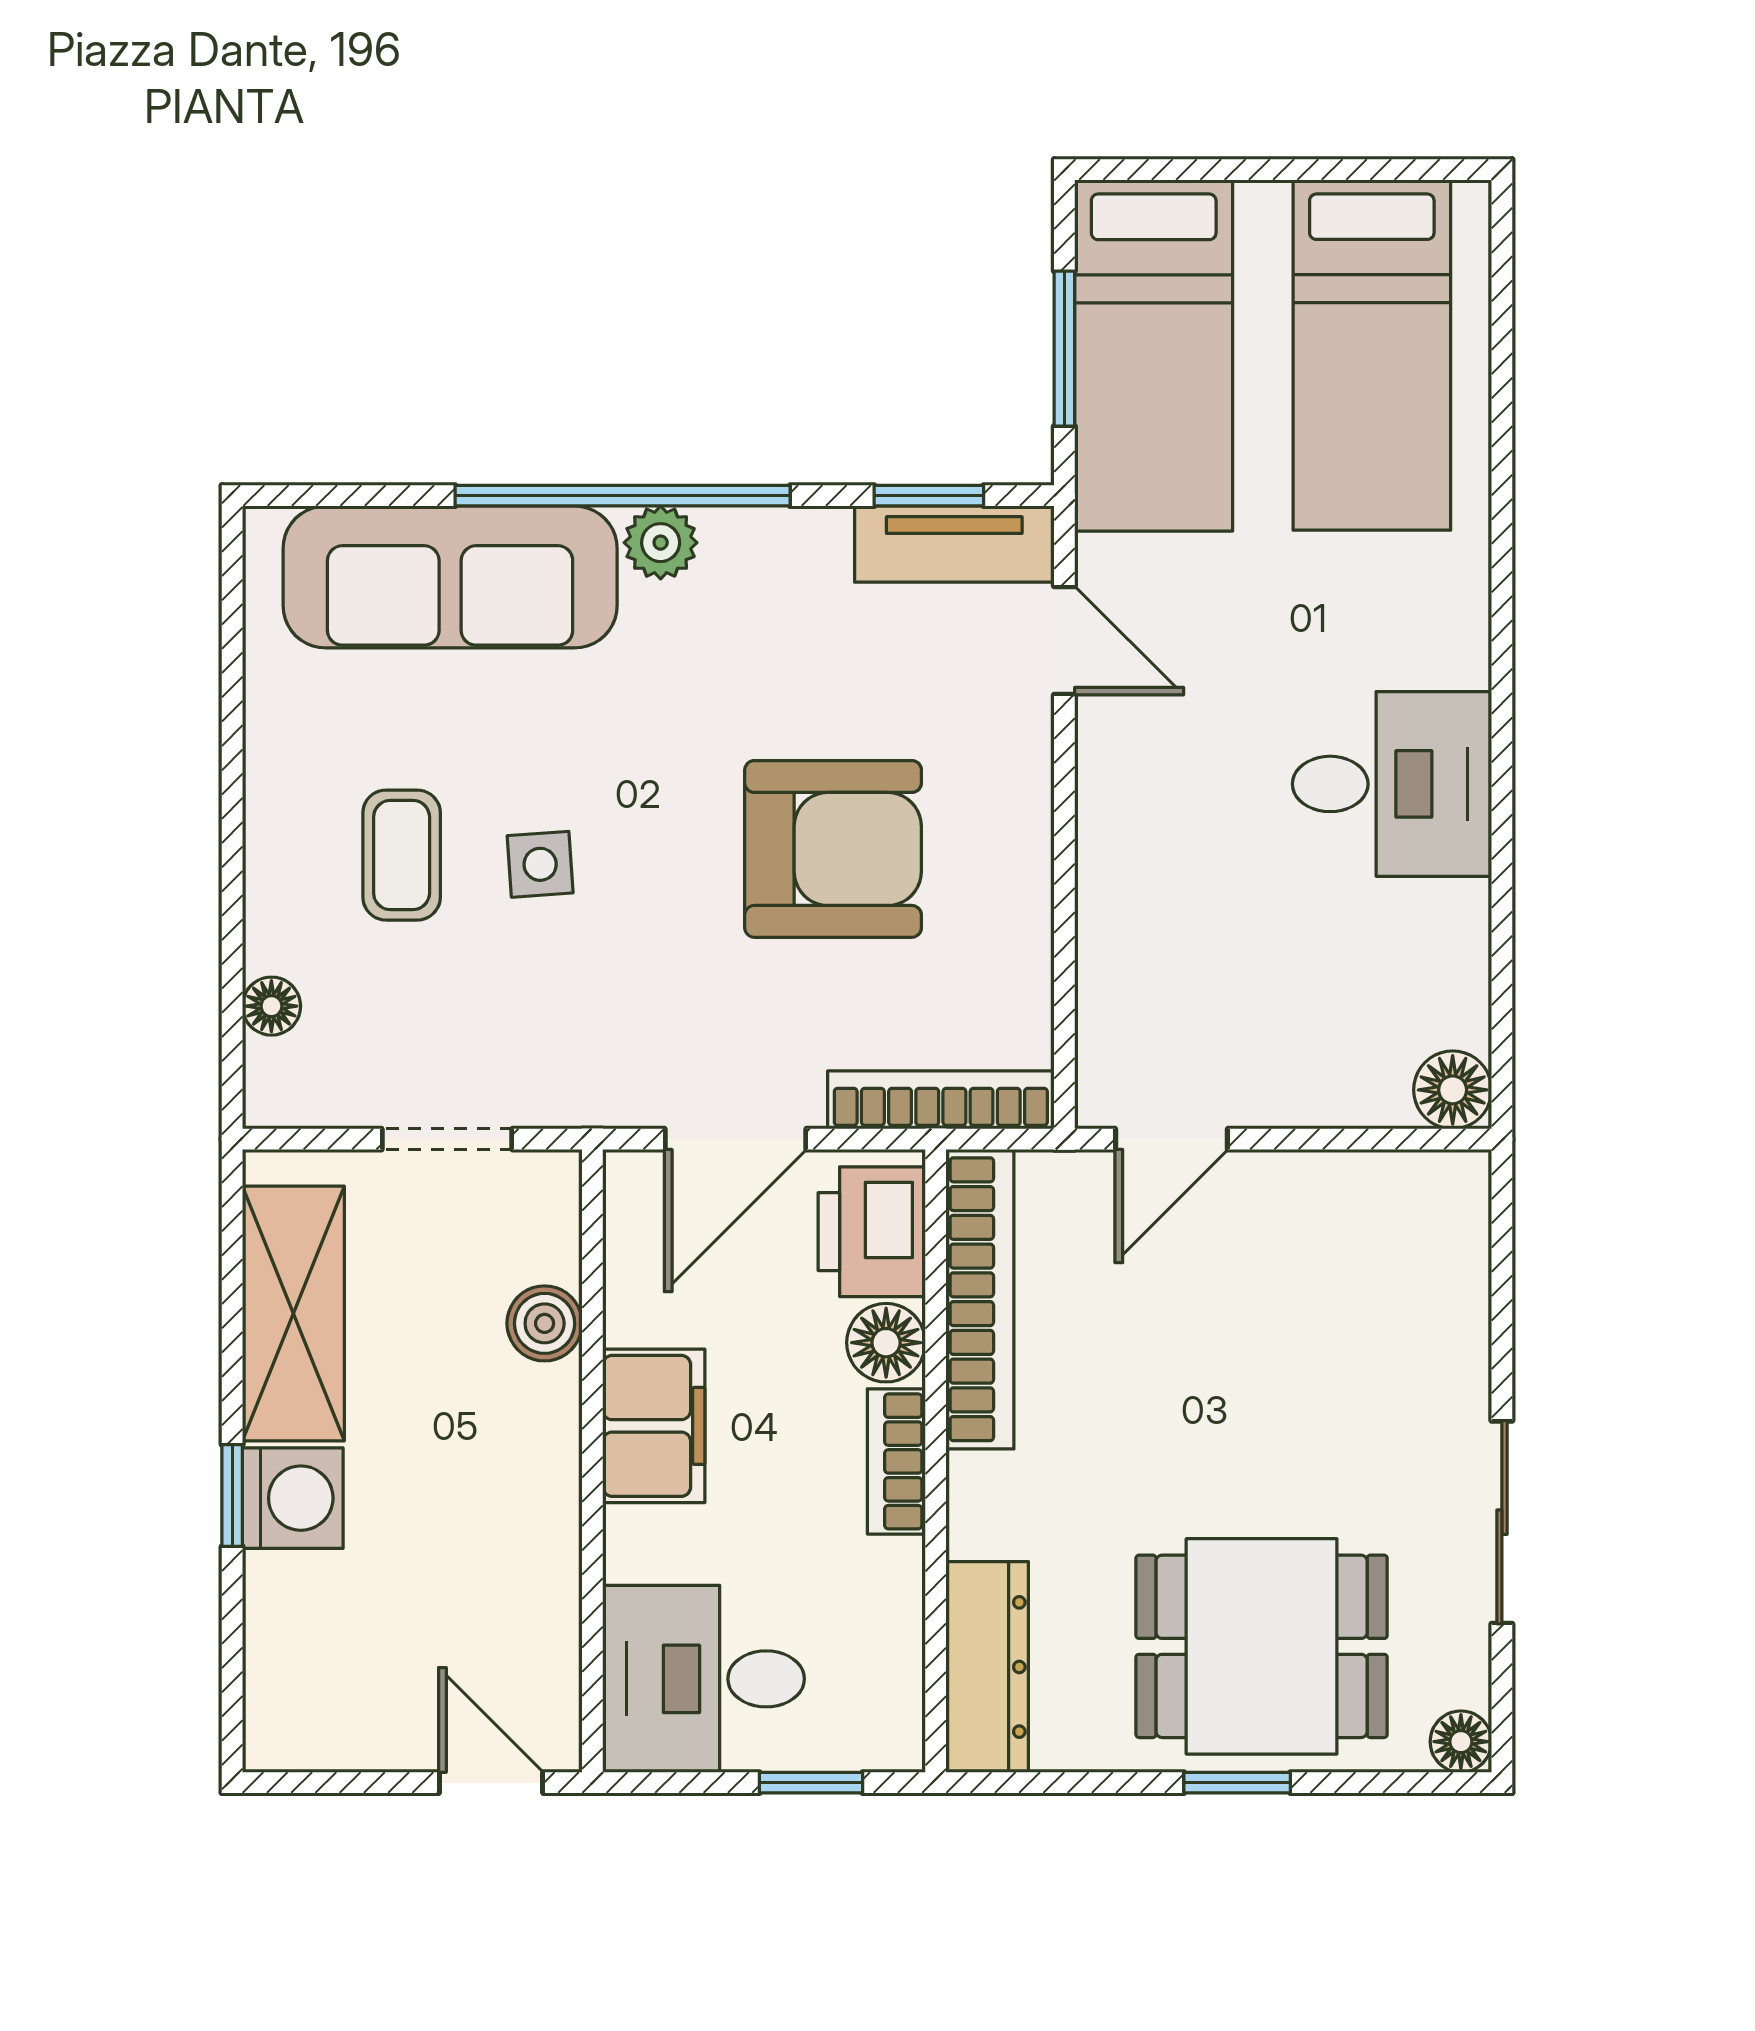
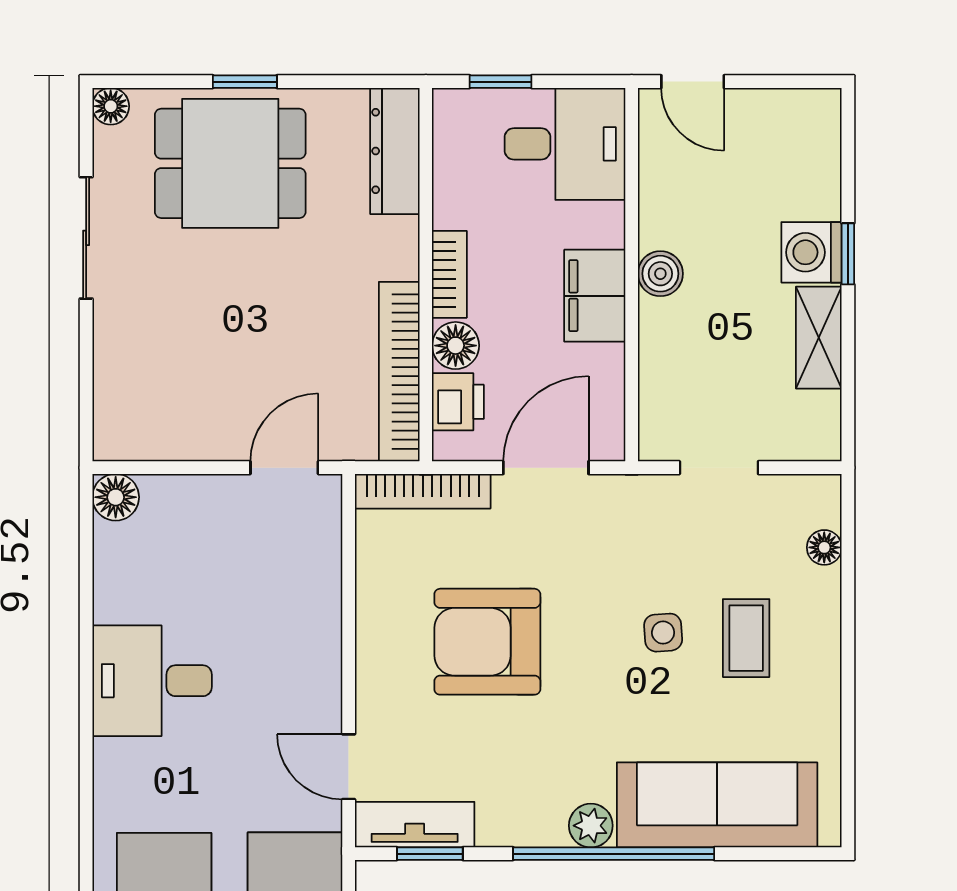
printer: (872, 1232) -> (458, 402), width x0.73, depth x0.81
shelving: (293, 1313) -> (819, 338), width x0.67, depth x0.75
boiler: (545, 1323) -> (660, 274), moved

